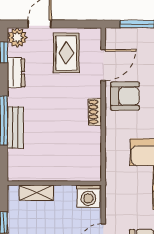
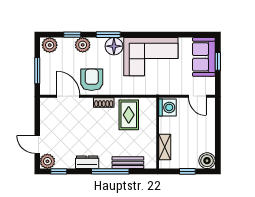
rug: (66, 53) -> (129, 115), moved, turned 90
dresser: (16, 73) -> (87, 162), moved
bench: (15, 127) -> (128, 163), moved

